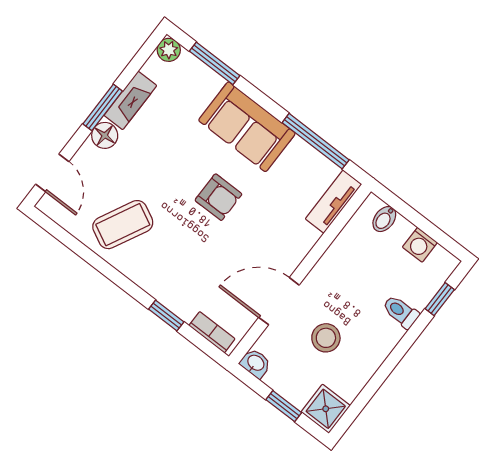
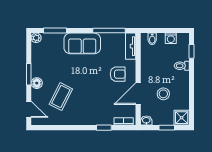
fireplace: (130, 100) -> (36, 65), removed
armchair: (218, 197) -> (118, 74), moved
coffee table: (123, 225) -> (61, 97), moved

